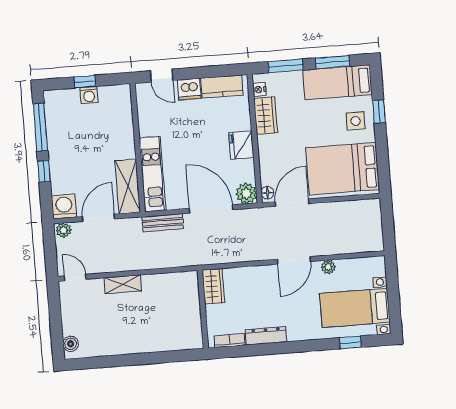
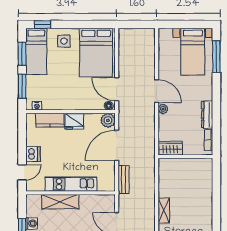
kitchen counter: (222, 86) -> (50, 120), moved, turned 90
window: (379, 111) -> (43, 24), moved
wardrobe: (266, 115) -> (55, 103), removed
kitchen unit: (152, 174) -> (71, 184), moved
shelving: (128, 186) -> (60, 202), moved
plant: (328, 267) -> (163, 109), moved
window: (350, 342) -> (216, 57), width x2.17

